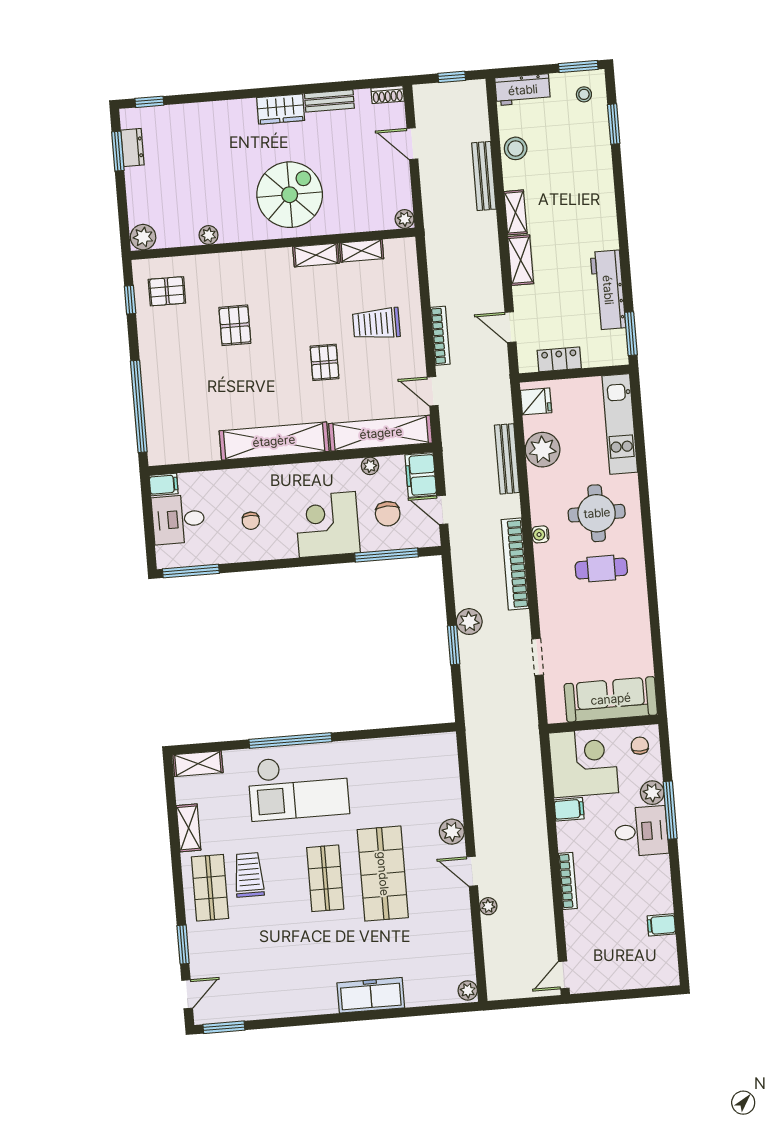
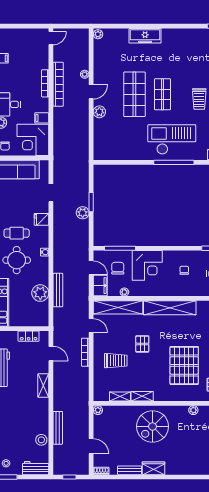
shelving: (515, 212) -> (44, 409), removed
pallet: (235, 325) -> (184, 365), width x2.05, depth x2.00
fridge: (536, 401) -> (41, 219), moved
bookcase: (515, 564) -> (58, 84), moved
door: (472, 871) -> (91, 92), hinge flipped

